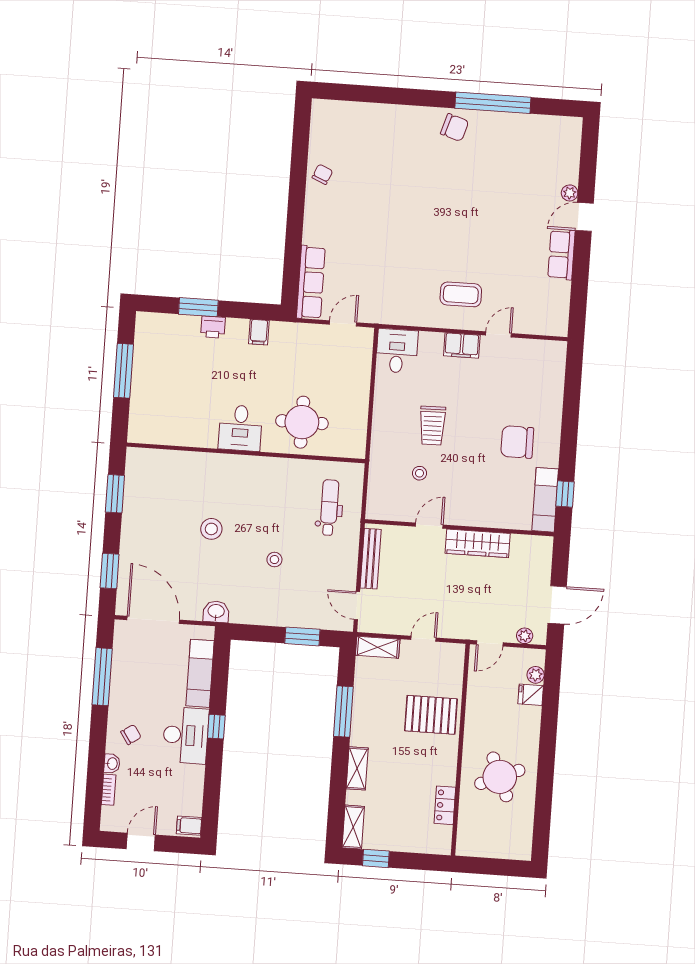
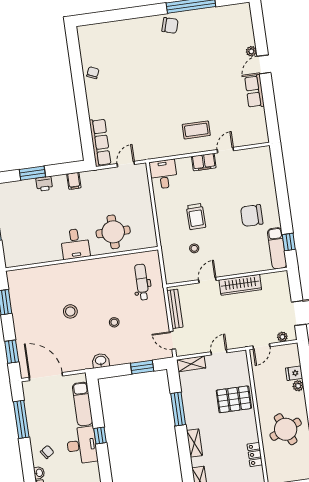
washbasin: (216, 612) -> (101, 361), moved
plant: (536, 675) -> (298, 386), moved

